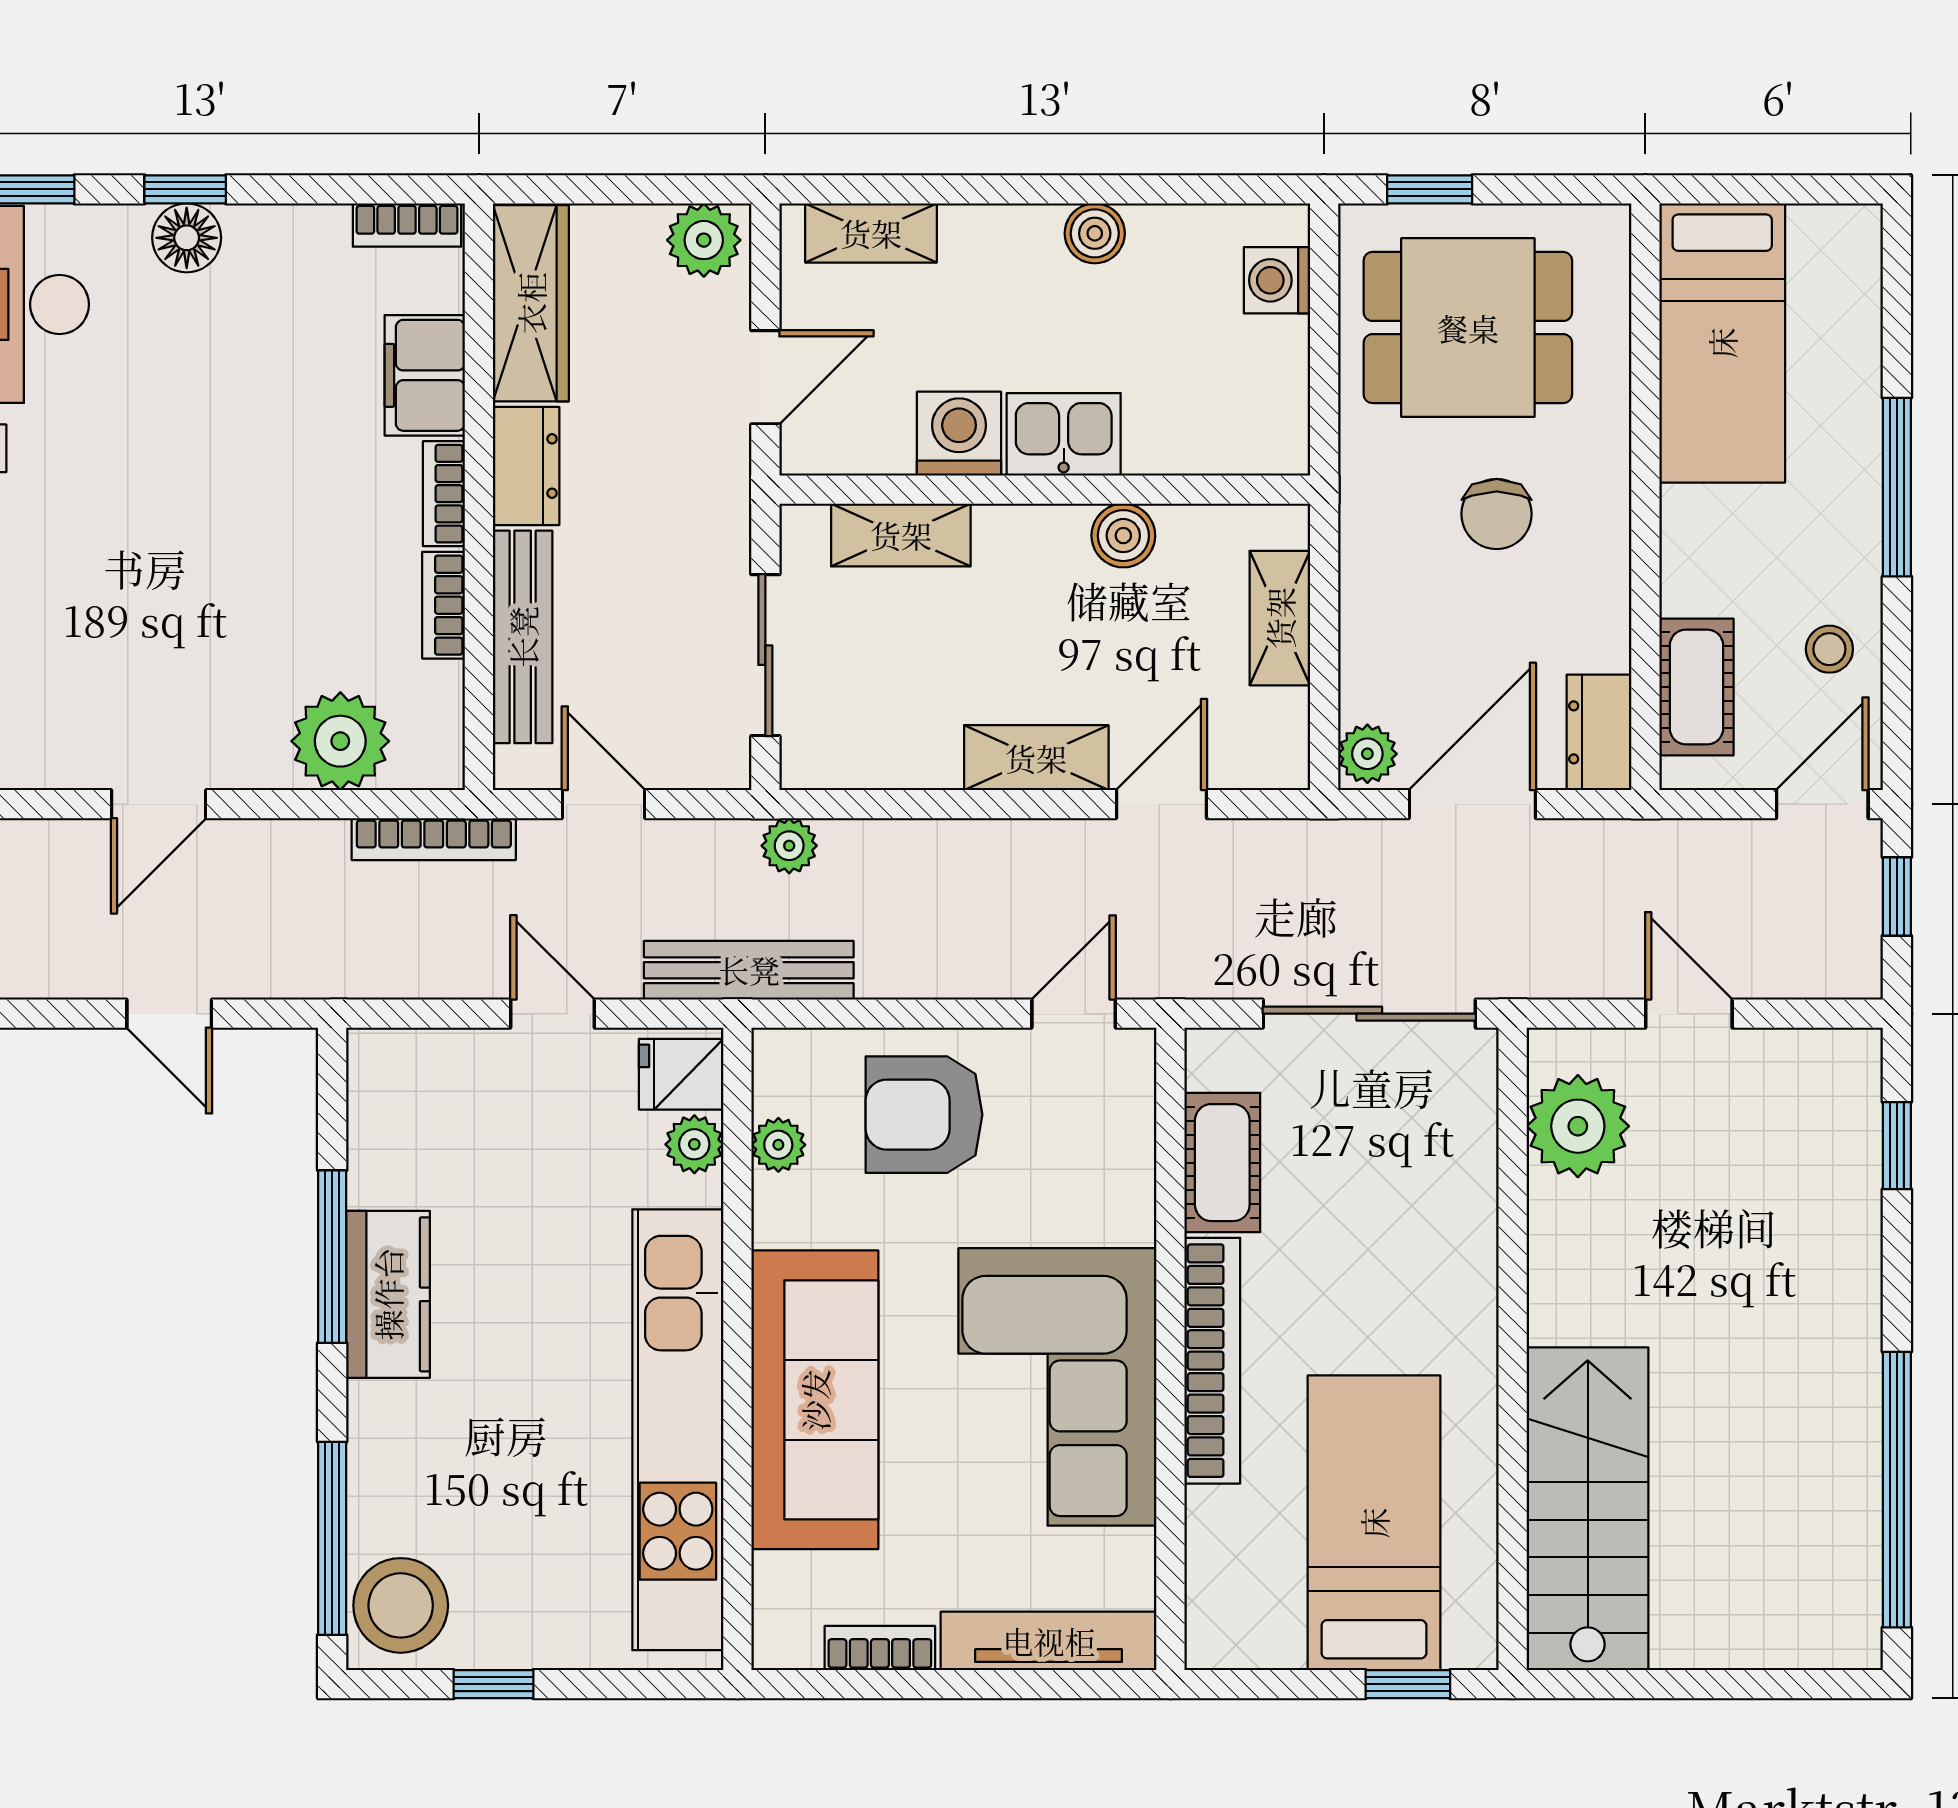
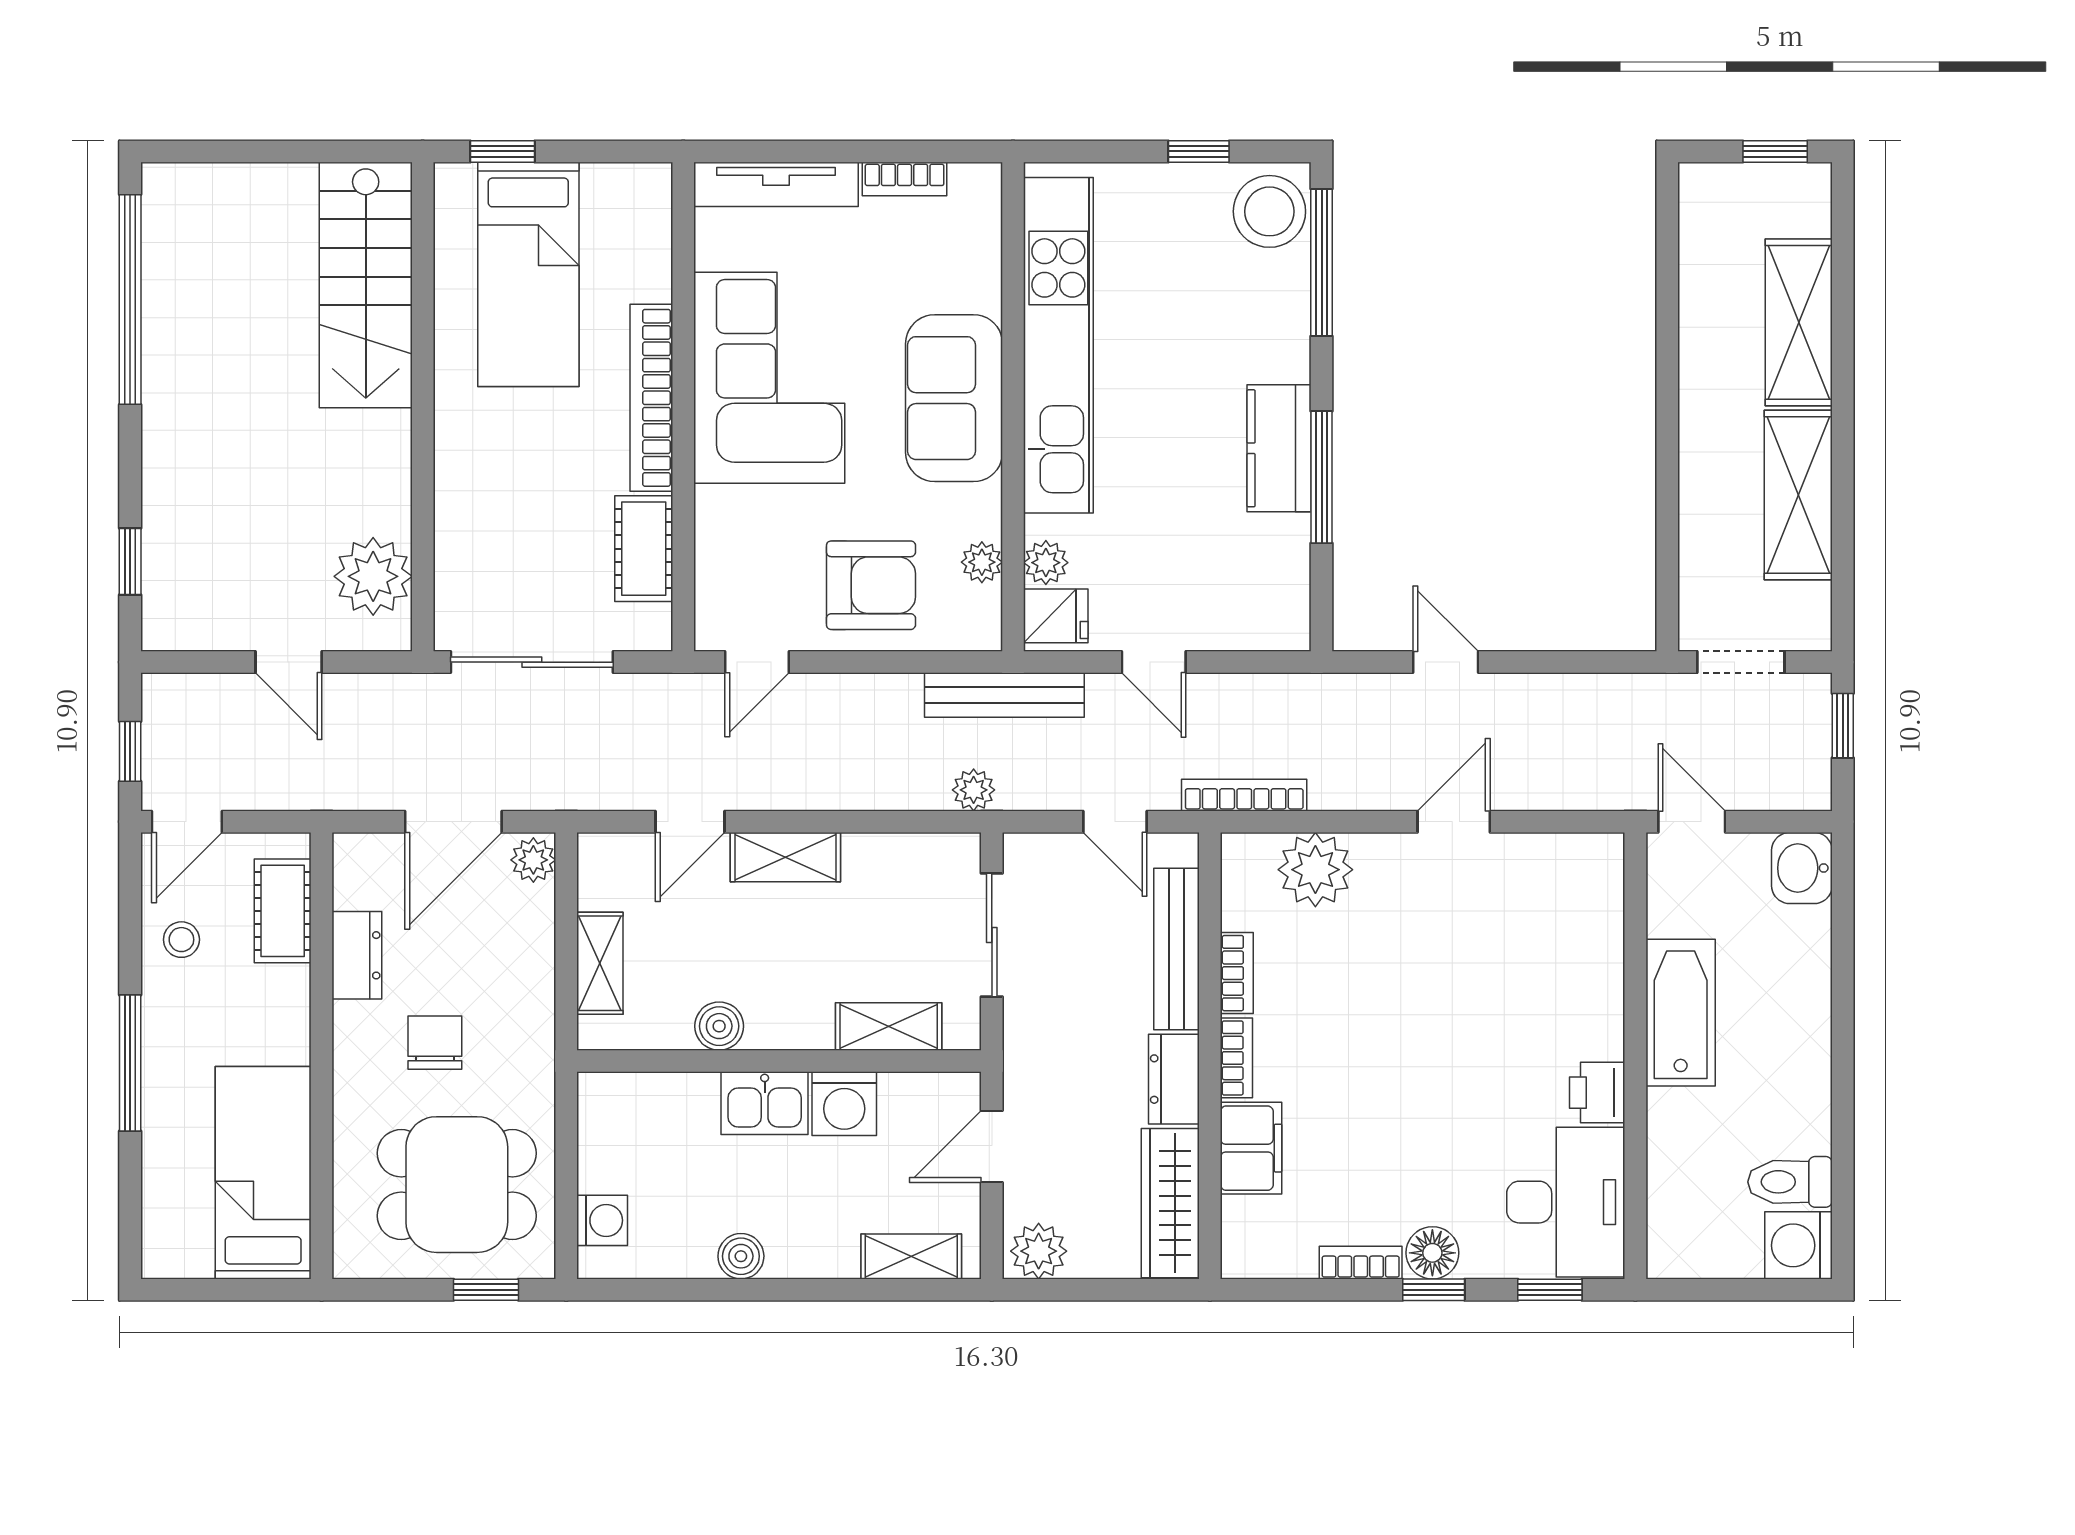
bookcase: (407, 225) -> (1361, 1263), moved
dresser: (1599, 732) -> (357, 955), moved
sofa: (815, 1400) -> (954, 398), width x0.73

